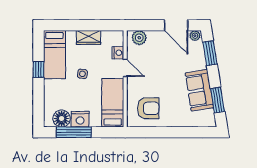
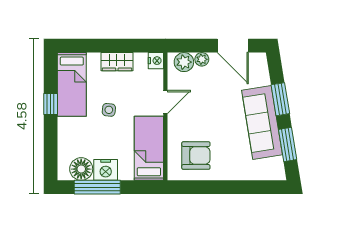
plant: (195, 36) -> (202, 59), moved
nightstand: (118, 53) -> (156, 61), moved
window: (210, 53) -> (280, 99), moved
door: (125, 68) -> (165, 102), hinge flipped
sofa: (199, 90) -> (262, 122), width x1.36

